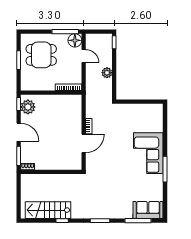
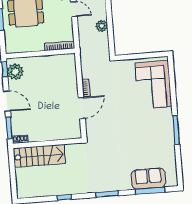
corner sofa: (148, 153) -> (153, 85), moved
stairs: (48, 210) -> (39, 156), moved, turned 180
sofa: (148, 210) -> (148, 179), moved

